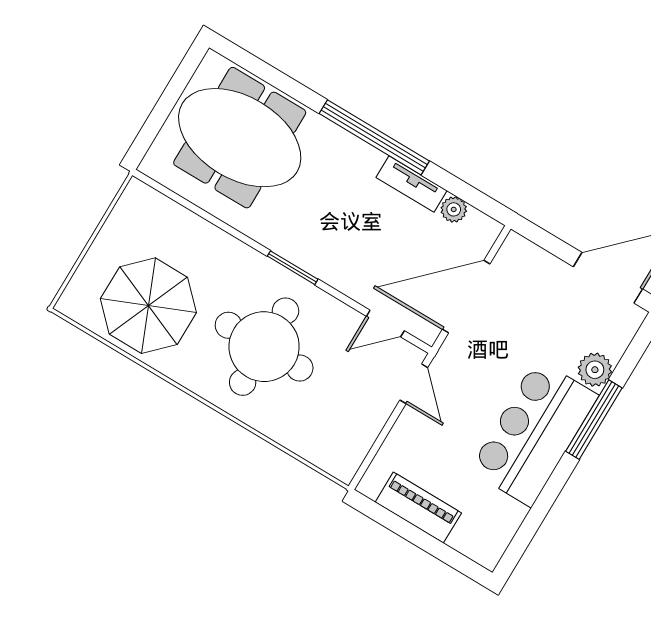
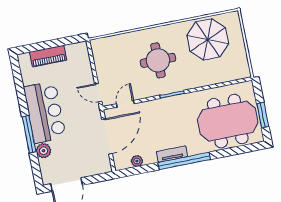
window: (171, 94) -> (263, 115), added
tv unit: (412, 184) -> (172, 154), moved
round table: (264, 347) -> (158, 60), width x0.73, depth x0.73
piano: (418, 508) -> (48, 56), moved

